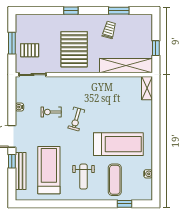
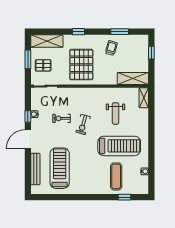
shelving: (34, 22) -> (47, 41), added
window: (156, 48) -> (151, 53), moved
shelving: (126, 66) -> (133, 79), width x0.68
window: (12, 161) -> (28, 117), moved
weight bench: (83, 177) -> (115, 113), moved

